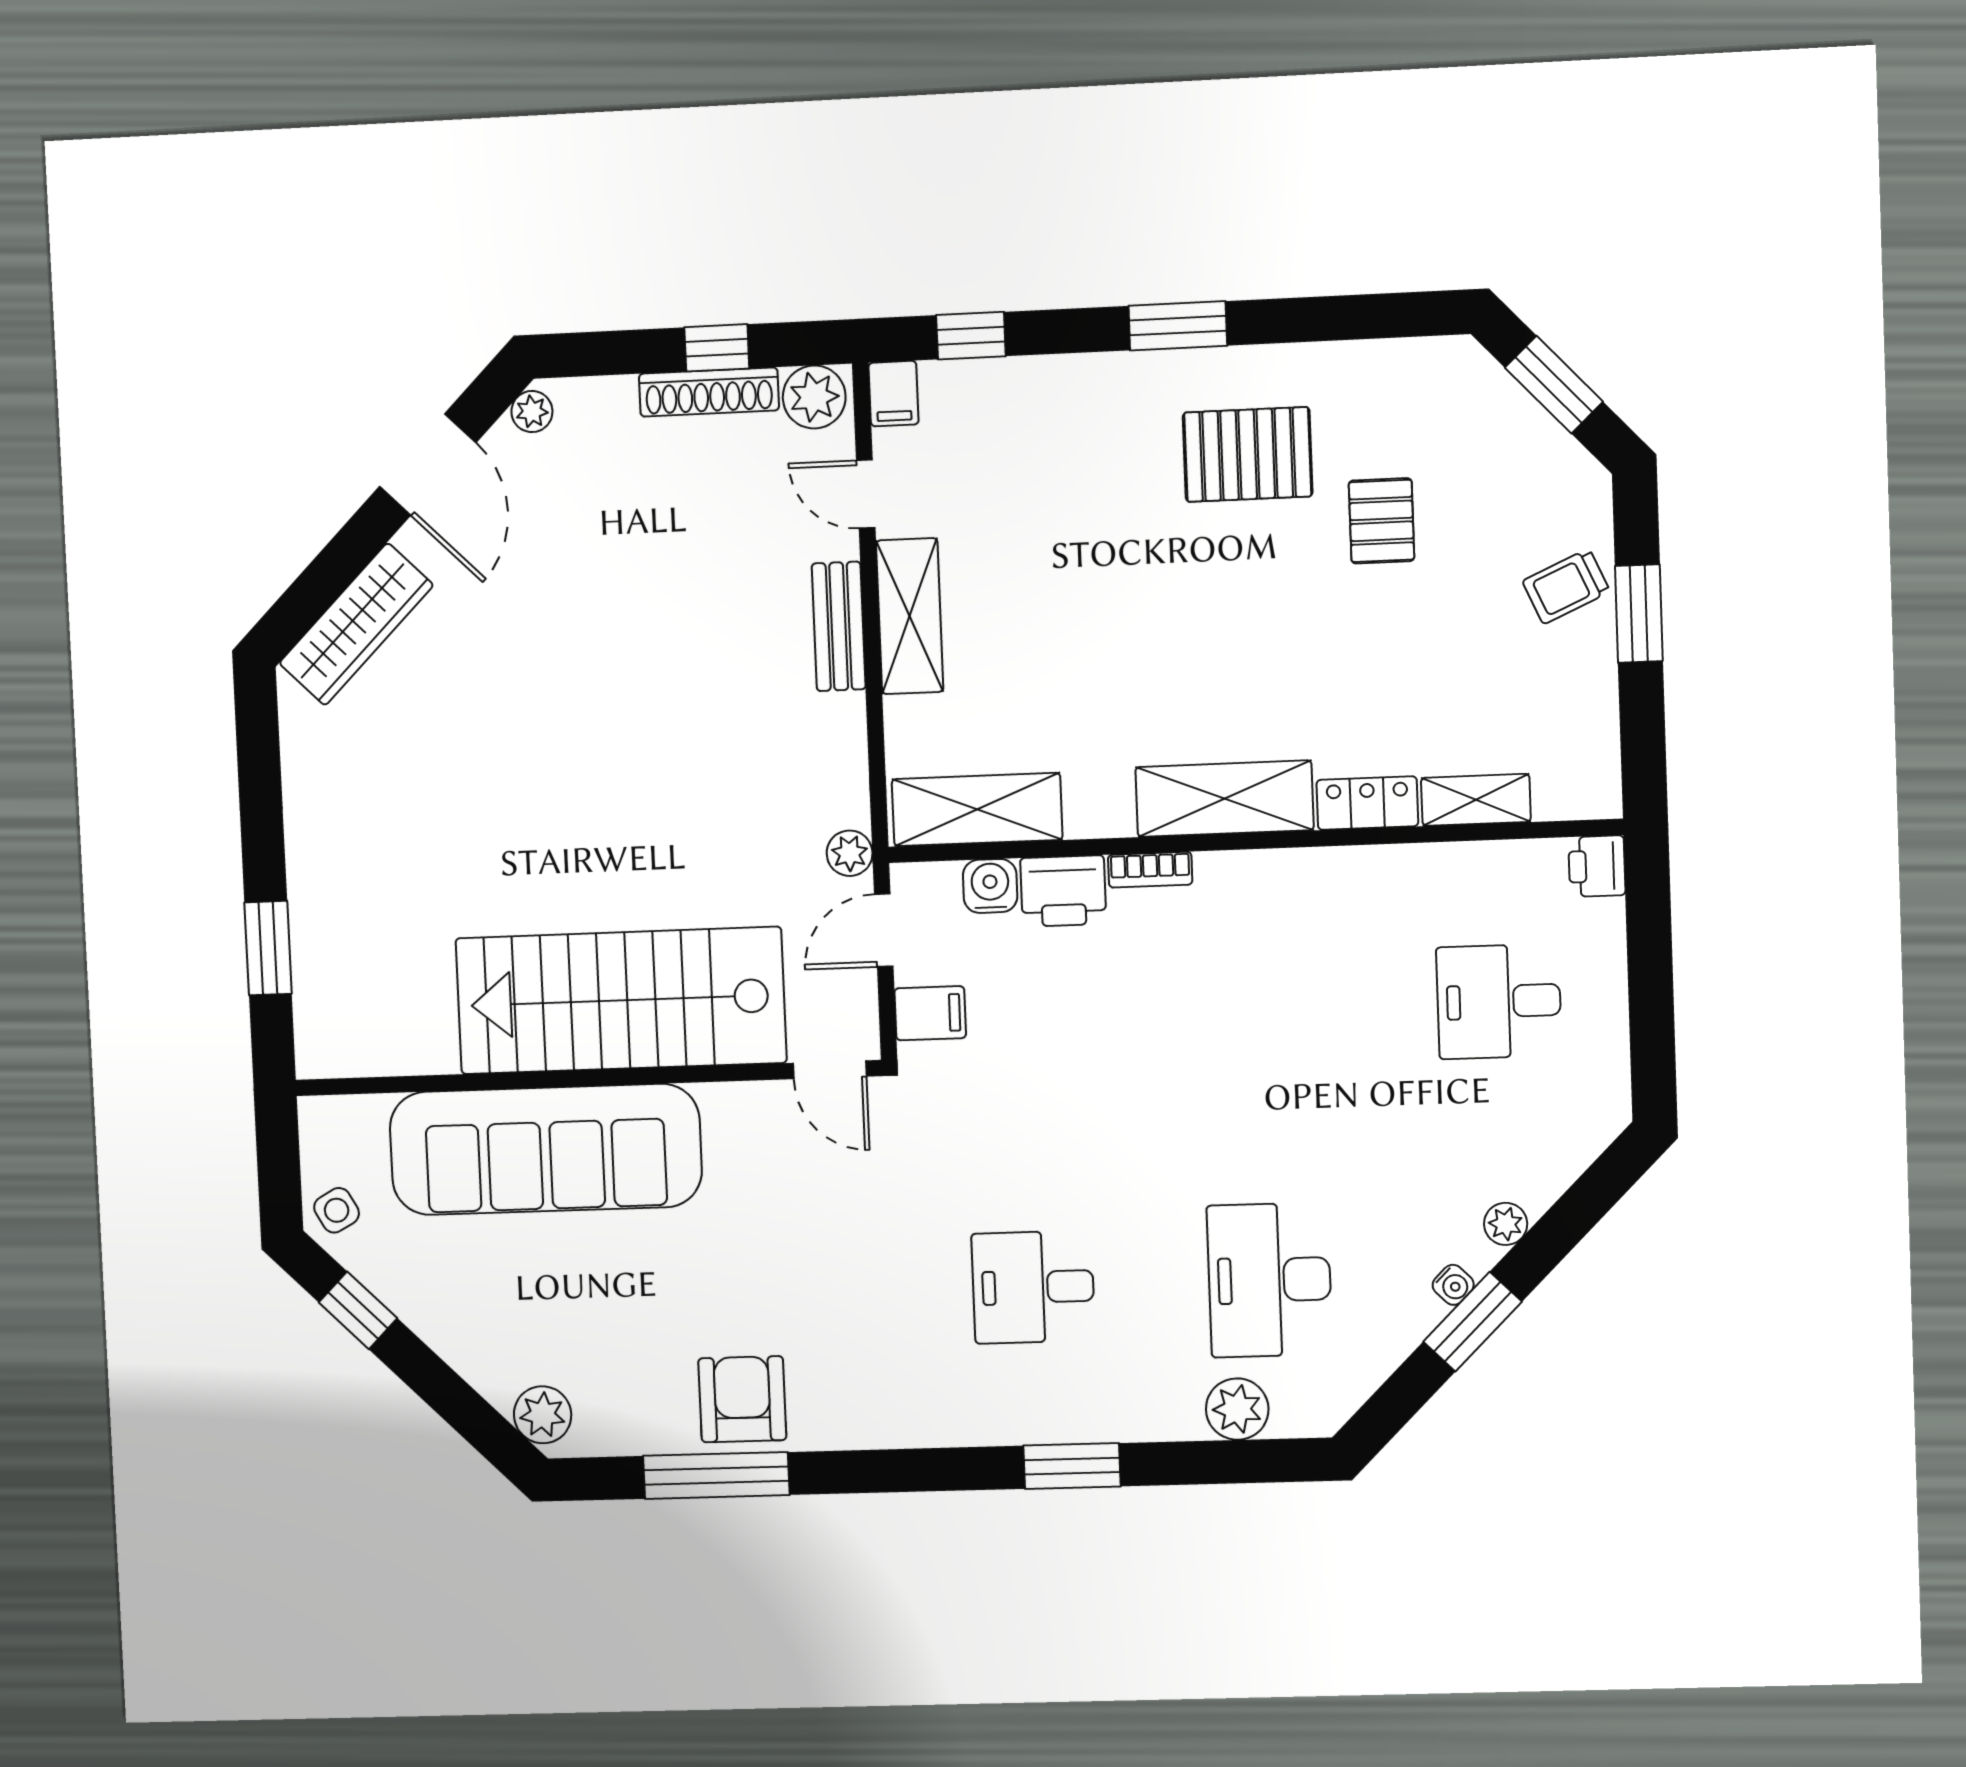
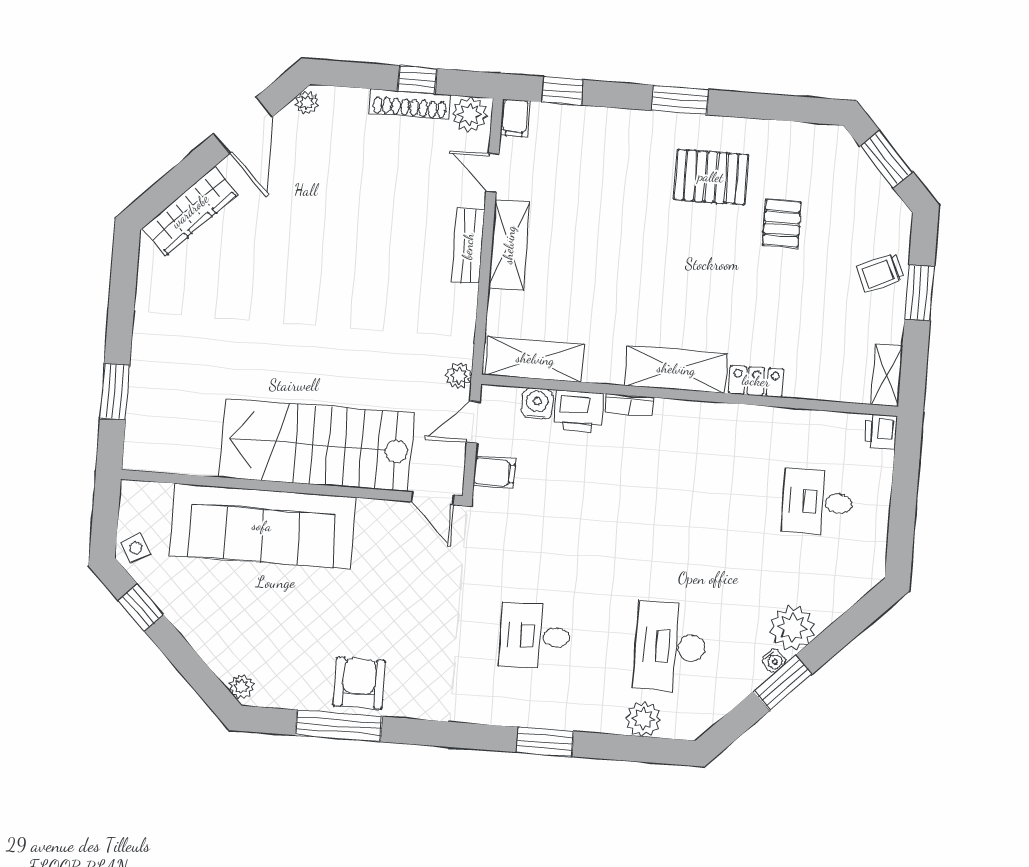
shelving: (1476, 800) -> (887, 375), moved, turned 90
plant: (1506, 1224) -> (792, 628), width x1.87, depth x1.87
plant: (543, 1415) -> (241, 686), width x0.73, depth x0.73

